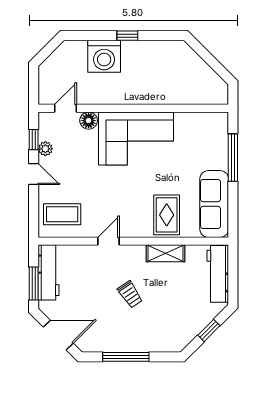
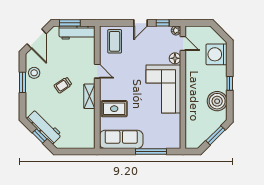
boiler: (155, 55) -> (217, 101), added
washing machine: (104, 56) -> (216, 54), moved
window: (208, 58) -> (215, 135), added
plant: (45, 149) -> (176, 30), moved
shelving: (166, 253) -> (89, 96), moved
workbench: (218, 274) -> (44, 127), moved, turned 45
stool: (111, 339) -> (34, 73), added
window: (126, 357) -> (23, 82), width x0.69

